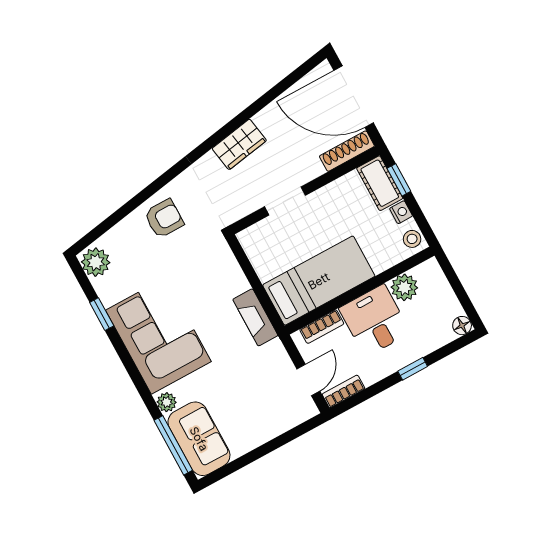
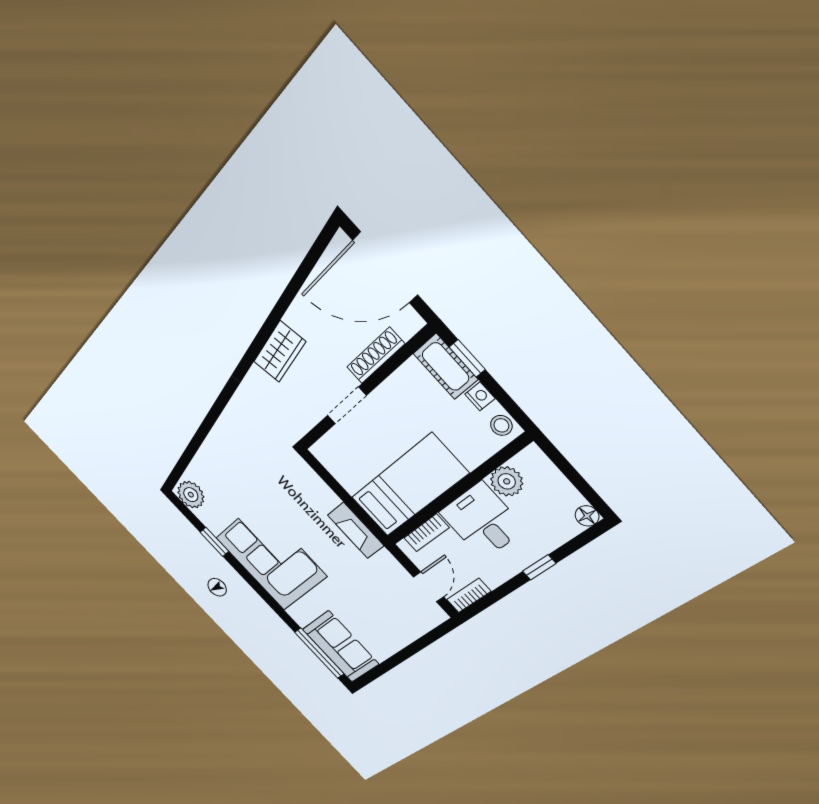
shoe rack: (347, 151) -> (375, 356), moved
armchair: (164, 219) -> (235, 443), removed
plant: (167, 402) -> (300, 616), removed

